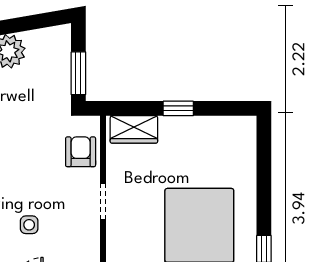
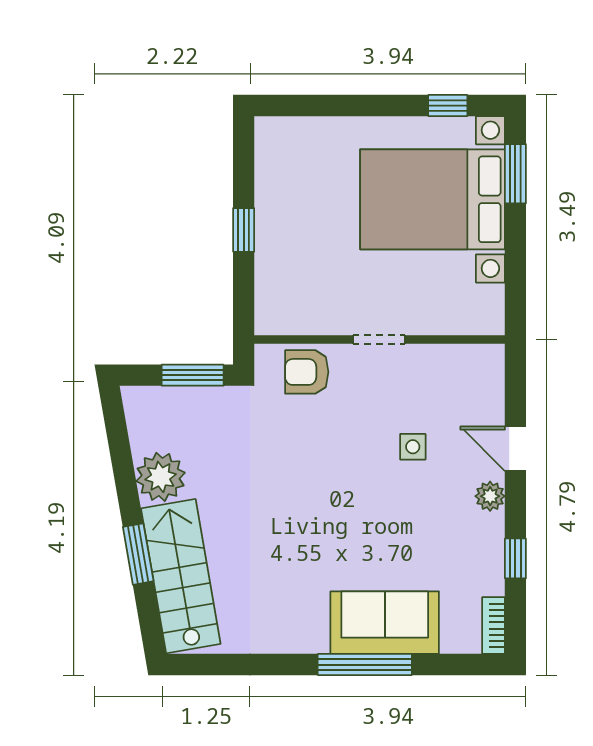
wardrobe: (134, 129) -> (274, 294), removed

